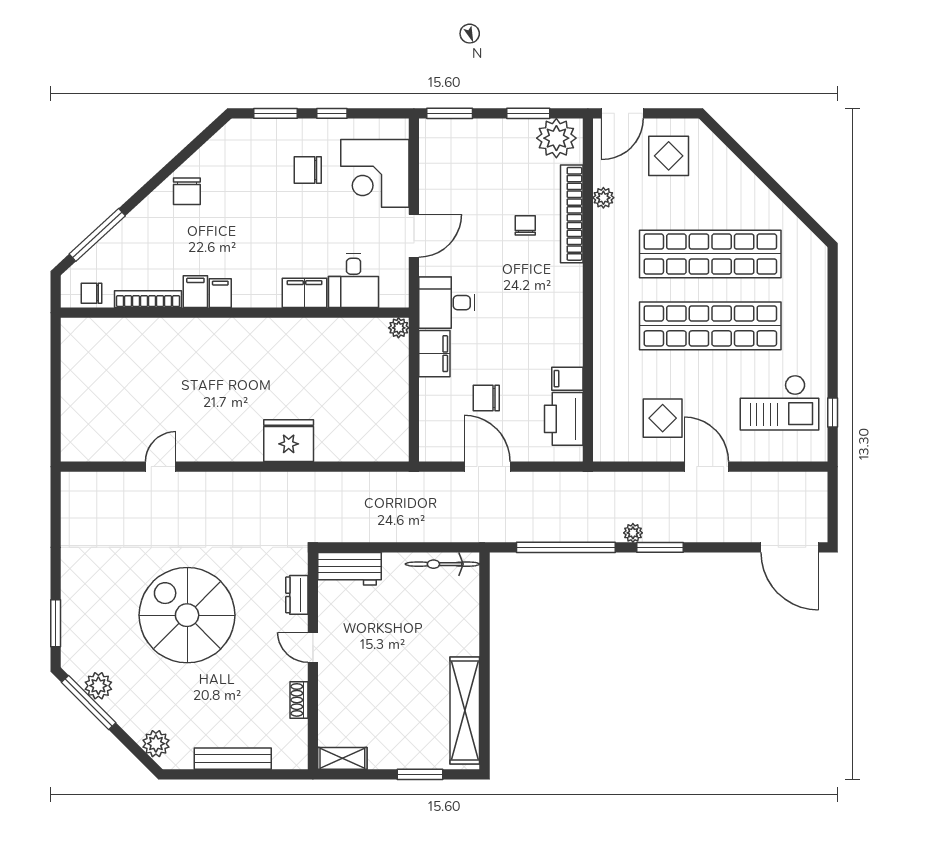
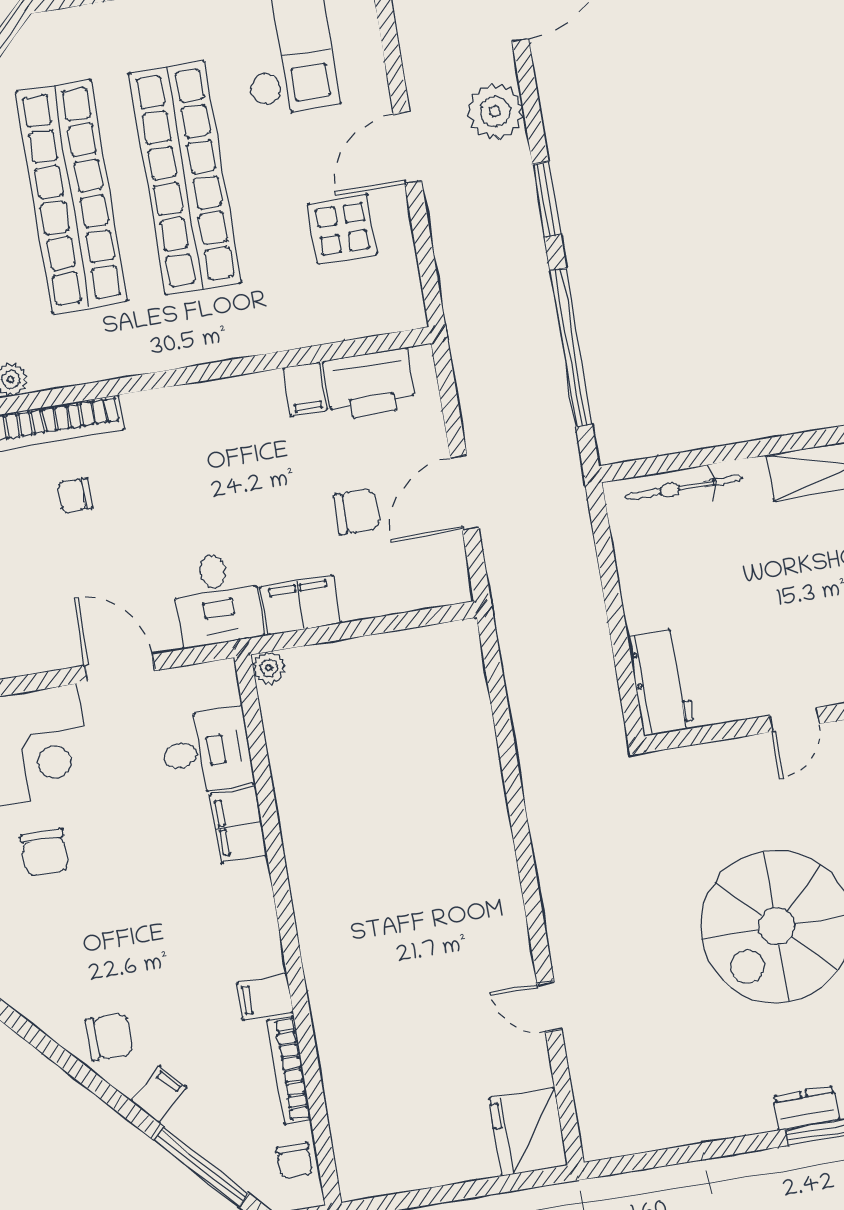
filing cabinet: (220, 293) -> (159, 1094), moved, turned 137
chair: (486, 398) -> (357, 512), turned -90
fridge: (289, 441) -> (528, 1132), moved
plant: (633, 533) -> (495, 111), moved, width x1.88, depth x1.88
bicycle: (442, 564) -> (684, 488), moved, turned 90
dresser: (297, 595) -> (806, 1108), moved, turned 180

